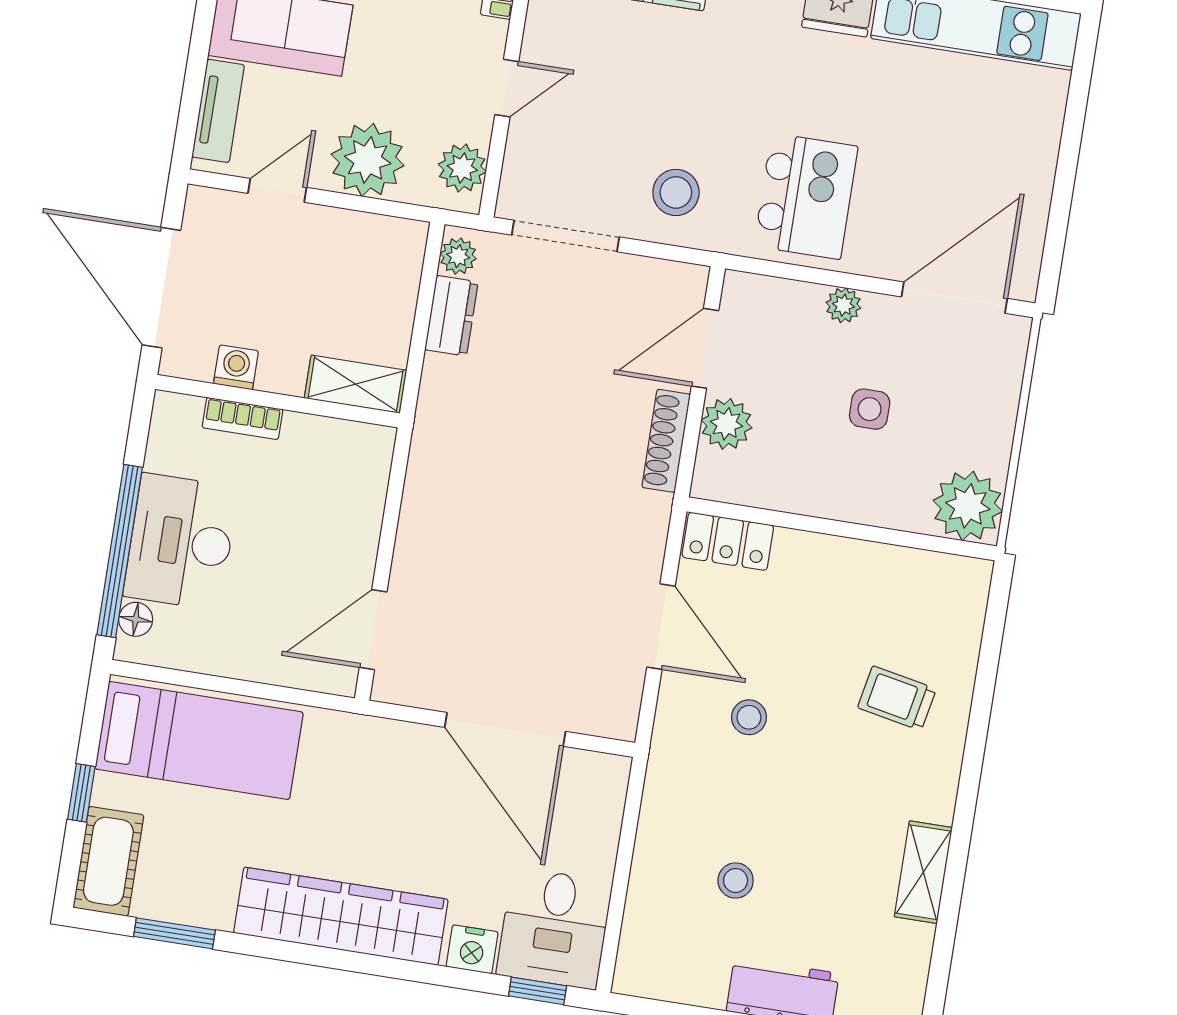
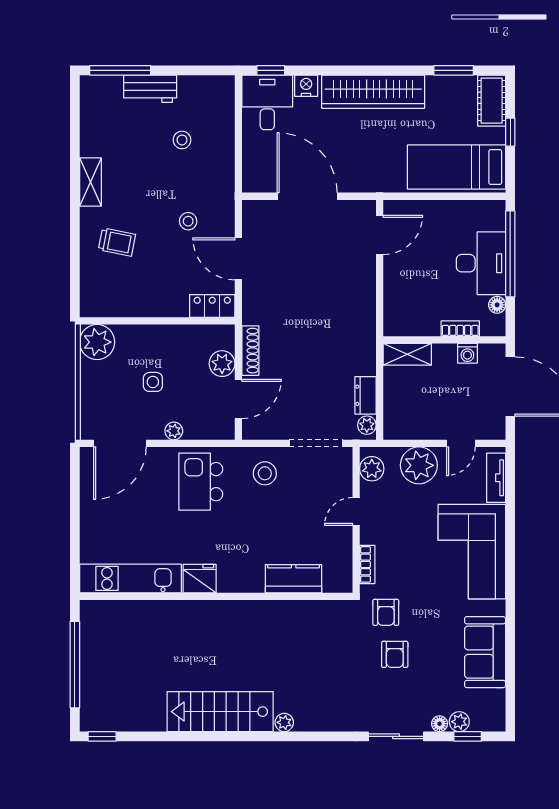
floor lamp: (136, 619) -> (497, 305), moved
shelving: (923, 872) -> (90, 182), moved

